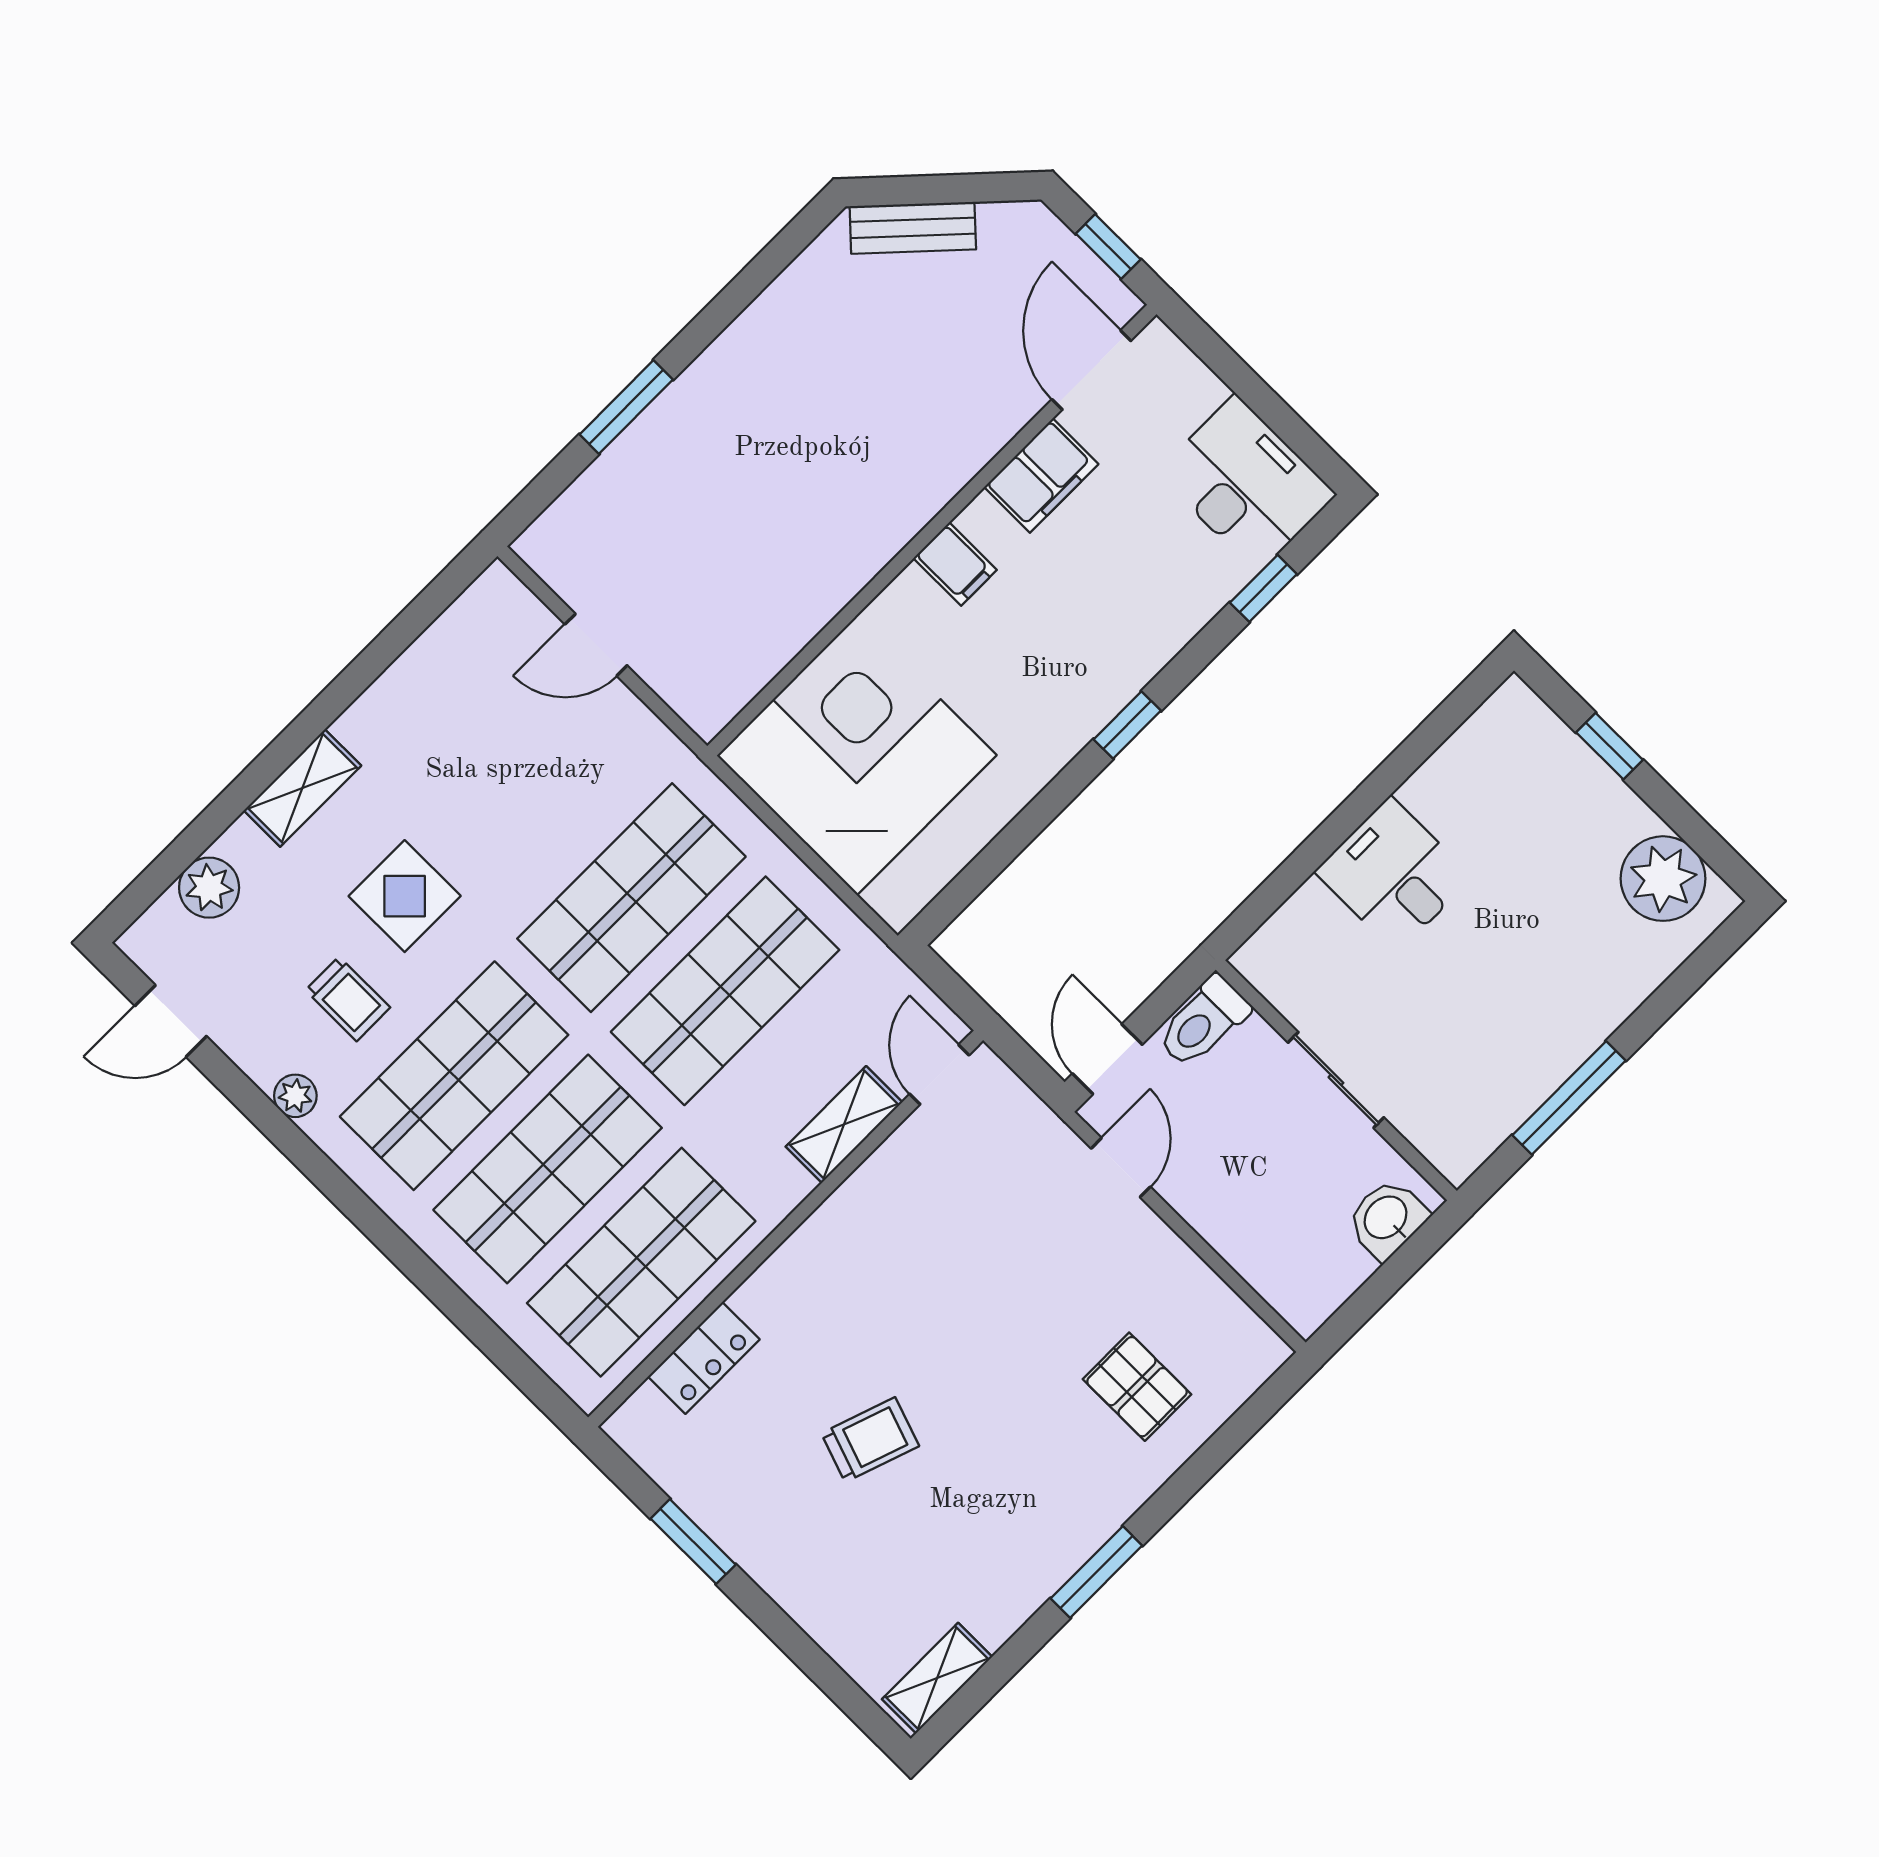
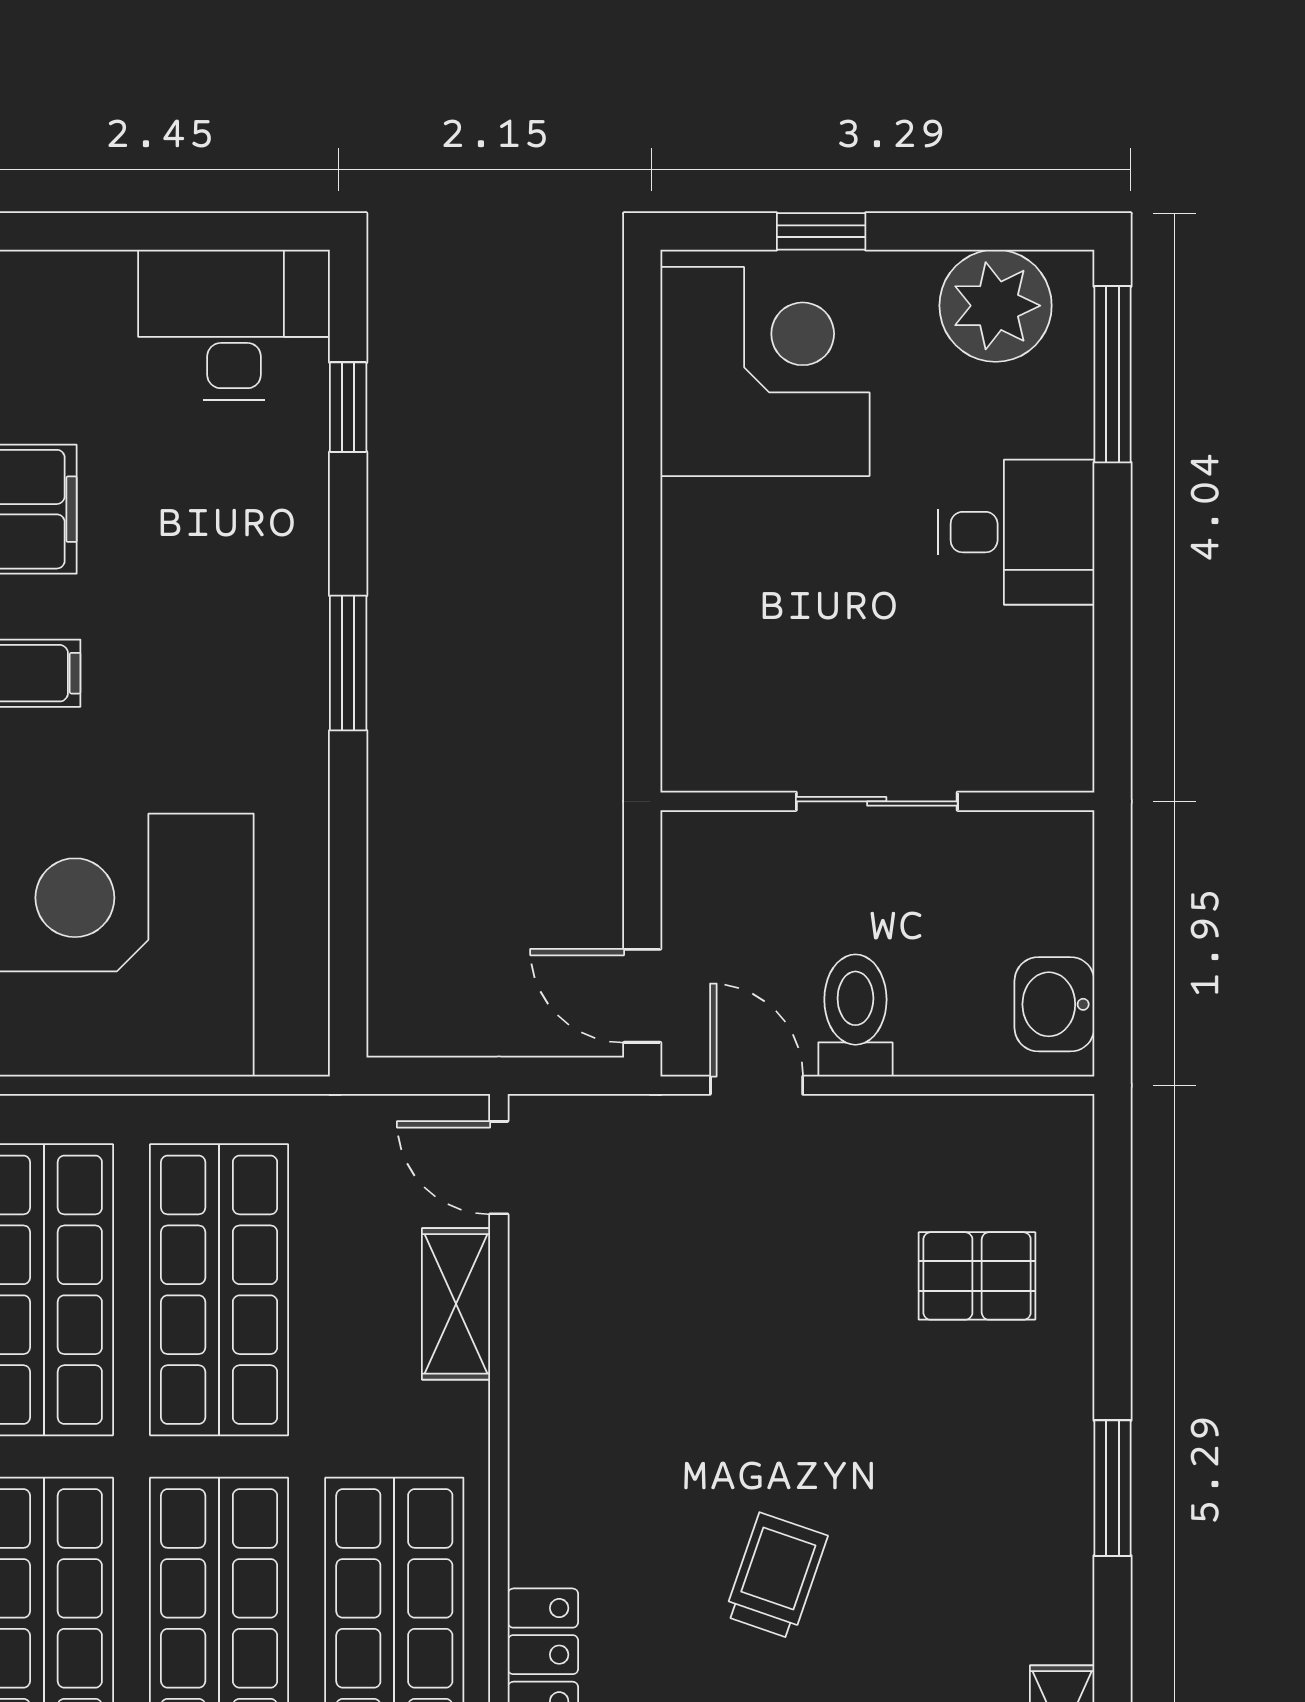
window: (1127, 725) -> (348, 663), width x1.50
corner desk: (1505, 791) -> (765, 371), added
desk: (1394, 875) -> (1016, 532), moved, turned 180
toilet: (1203, 1022) -> (855, 1015), moved, turned 180
window: (1569, 1098) -> (1113, 374), moved
washbasin: (1387, 1219) -> (1054, 1004), moved

